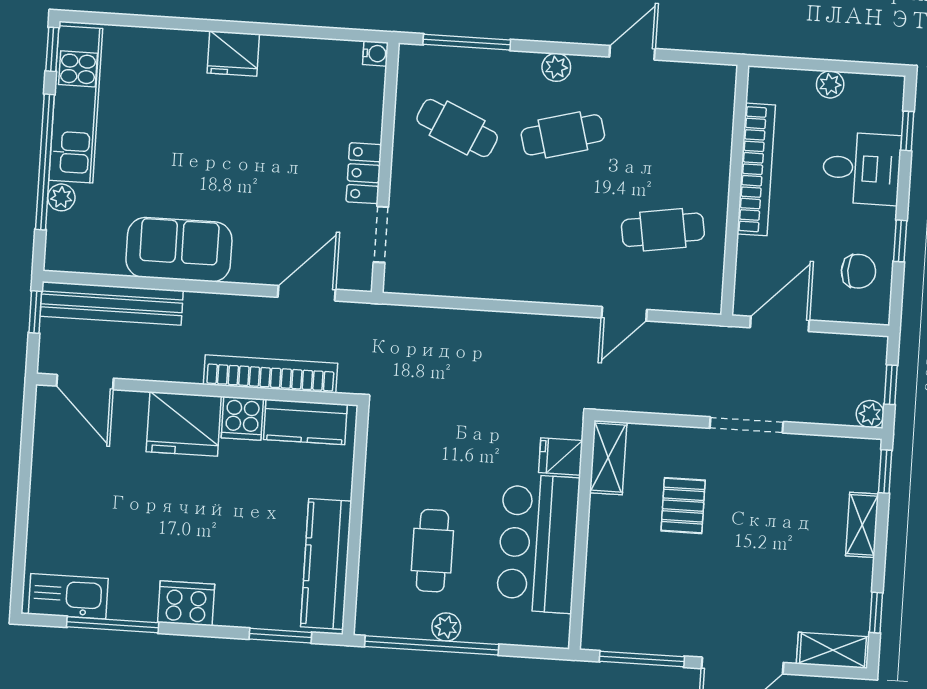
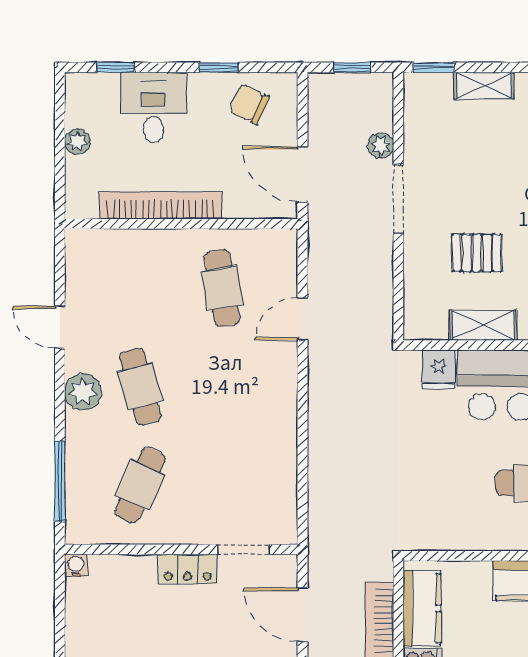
plant: (556, 67) -> (83, 392), width x1.38, depth x1.38
chair: (858, 271) -> (249, 104), turned -65
door: (624, 314) -> (303, 319), swing flipped
plant: (870, 414) -> (381, 145), moved
shelving: (608, 458) -> (483, 325), moved

